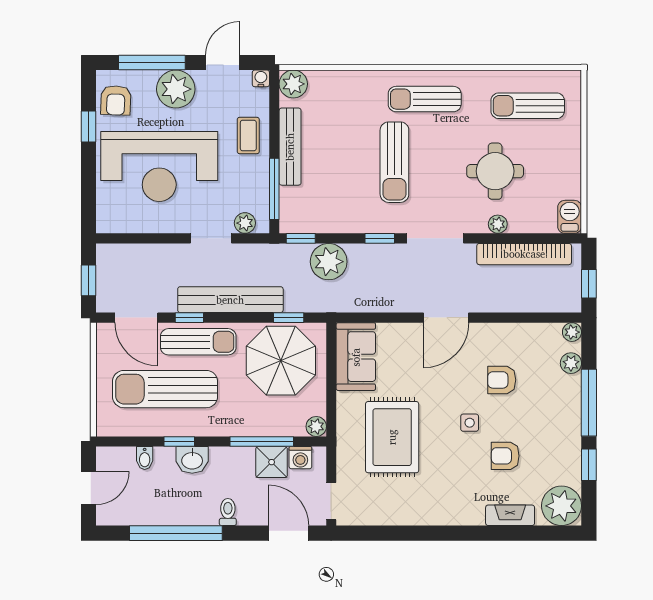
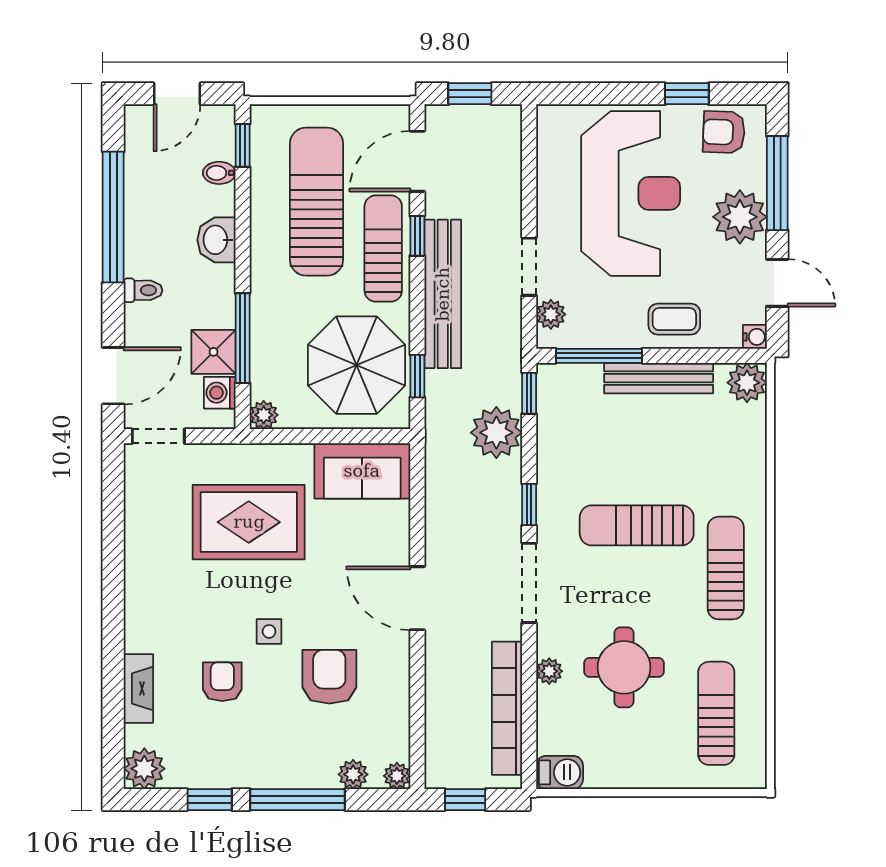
reception desk: (159, 167) -> (631, 193), turned 180
sun lounger: (198, 342) -> (383, 249), turned 180
armchair: (502, 380) -> (329, 677), width x1.38, depth x1.38
window: (179, 441) -> (243, 145), moved
door: (89, 488) -> (177, 94), hinge flipped
plant: (562, 506) -> (144, 769), width x0.73, depth x0.73

